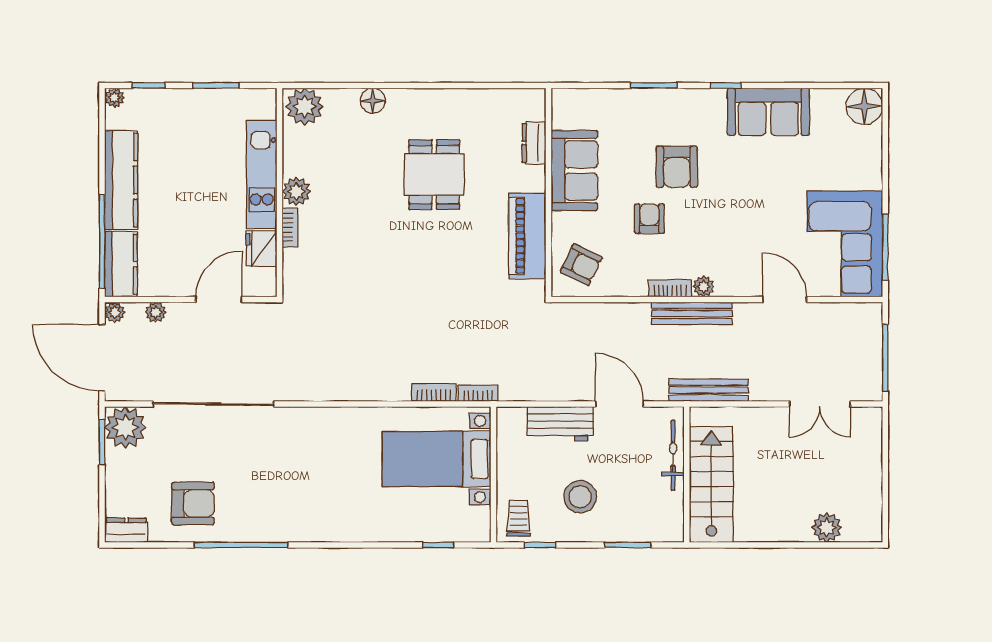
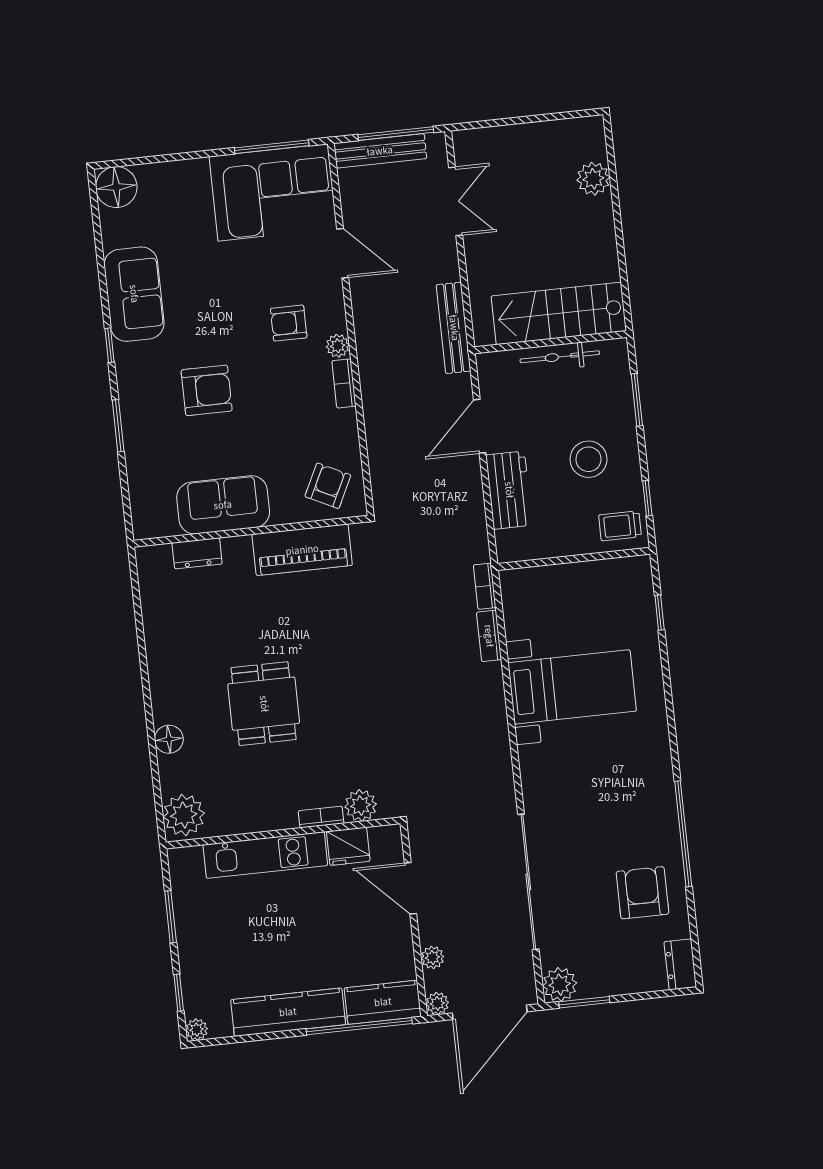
dining table: (434, 175) -> (264, 704), moved, turned 90
plant: (296, 191) -> (361, 805), moved
armchair: (649, 219) -> (289, 323), moved
door: (785, 299) -> (343, 253), swing flipped
bench: (692, 313) -> (380, 151), moved, turned 90
plant: (125, 427) -> (560, 985), width x0.73, depth x0.73
bicycle: (673, 455) -> (560, 357), moved
bed with nightstands: (437, 459) -> (572, 687), moved, turned -90

